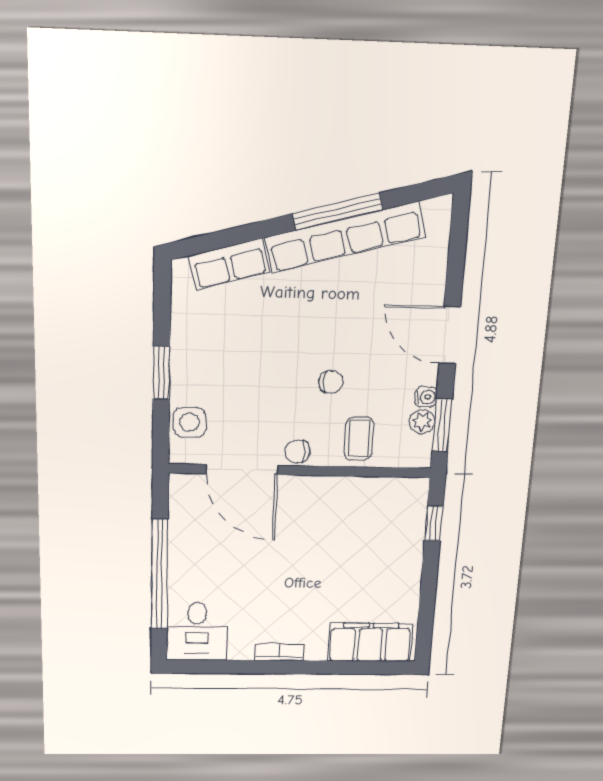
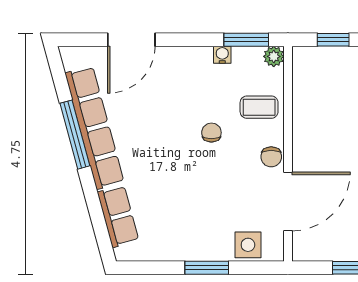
door: (450, 335) -> (131, 40), moved
plant: (422, 422) -> (274, 56), moved

